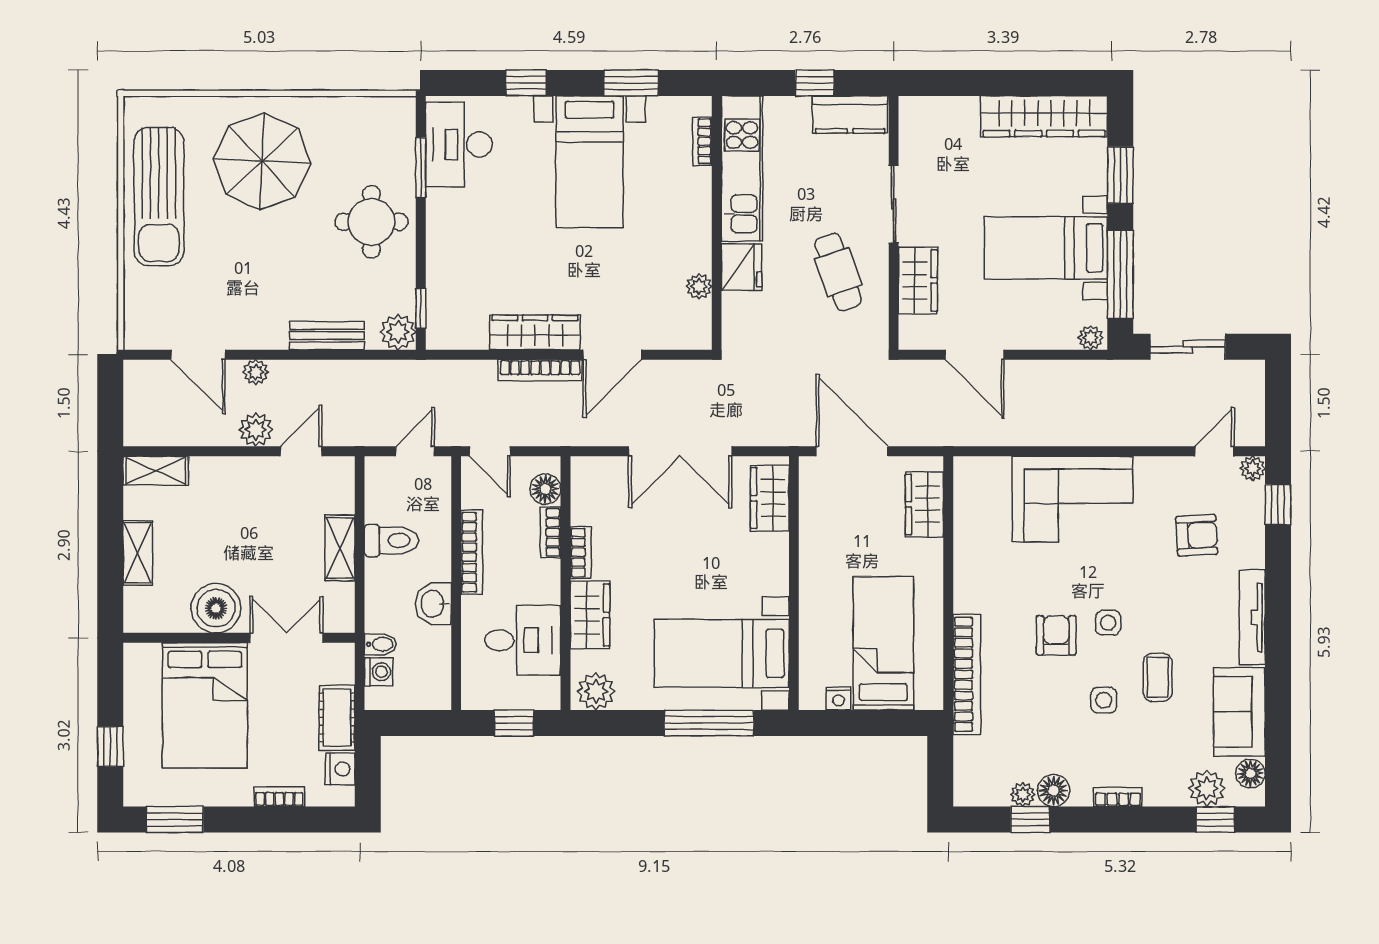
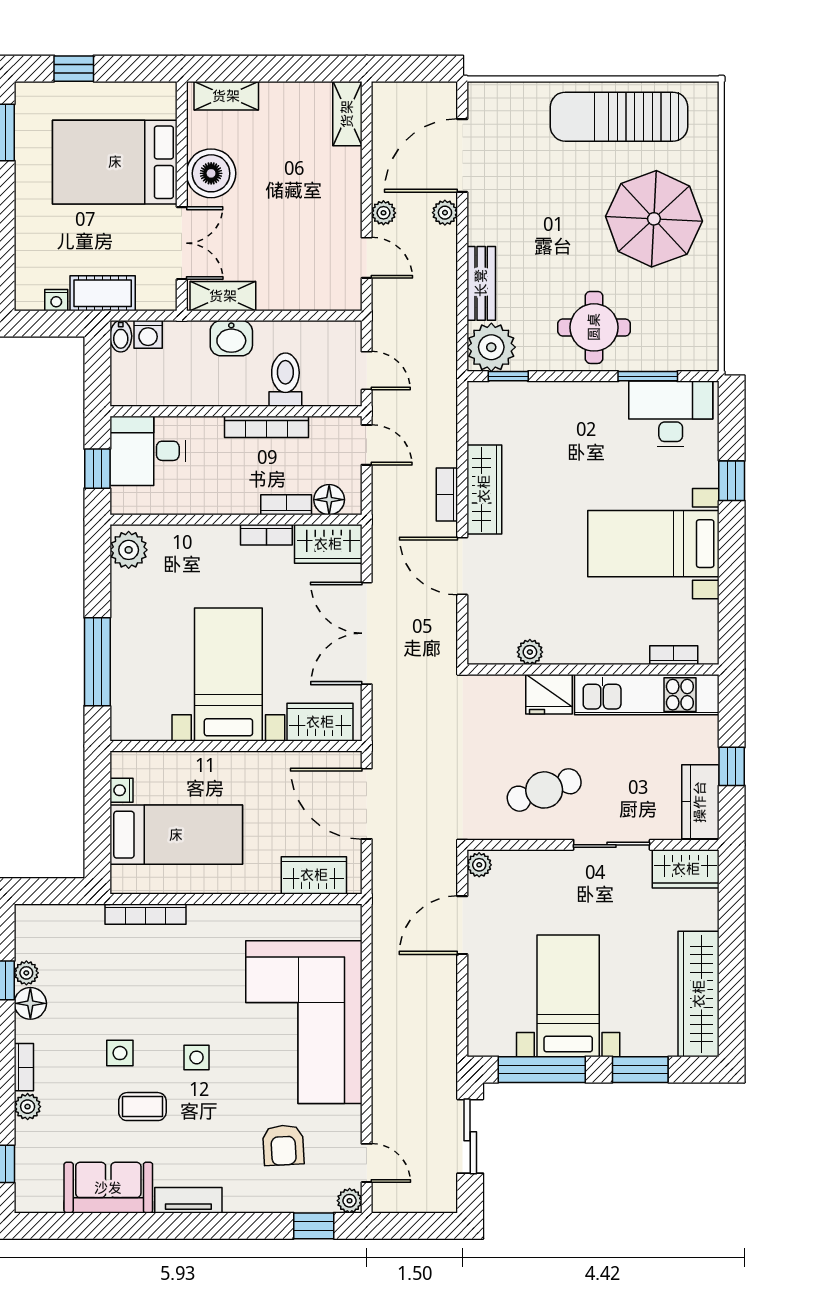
window: (631, 83) -> (732, 585), removed
wardrobe: (918, 280) -> (686, 869), moved
plant: (398, 332) -> (491, 347), width x1.36, depth x1.36
plant: (1091, 338) -> (479, 865), moved
door: (198, 355) -> (462, 156), width x1.36
bookcase: (540, 370) -> (447, 495), width x0.64
plant: (256, 430) -> (383, 213), width x0.73, depth x0.73
door: (490, 451) -> (367, 445), swing flipped
door: (852, 451) -> (367, 804), swing flipped
corner sofa: (1072, 499) -> (304, 1022), width x1.36, depth x1.36
toilet: (391, 541) -> (285, 380), moved, turned 180
shelving: (340, 548) -> (223, 296), moved
shelving: (138, 553) -> (226, 96), moved
washbasin: (433, 604) -> (231, 338), moved, turned 180
wardrobe: (590, 615) -> (328, 544), moved
tv unit: (1252, 617) -> (188, 1200), width x0.71
armchair: (1056, 635) -> (184, 1006), removed
desk: (523, 640) -> (148, 451), moved, turned 90
bidet: (380, 644) -> (121, 336), moved
bed with nightstands: (722, 653) -> (228, 675), moved
bookcase: (967, 674) -> (145, 914), width x0.68, depth x0.76
nightstand: (340, 769) -> (56, 300), width x0.72, depth x0.74
floor lamp: (1251, 773) -> (47, 1199), removed
plant: (1207, 788) -> (28, 1107), moved, width x0.73, depth x0.73
bookcase: (279, 797) -> (24, 236), removed

